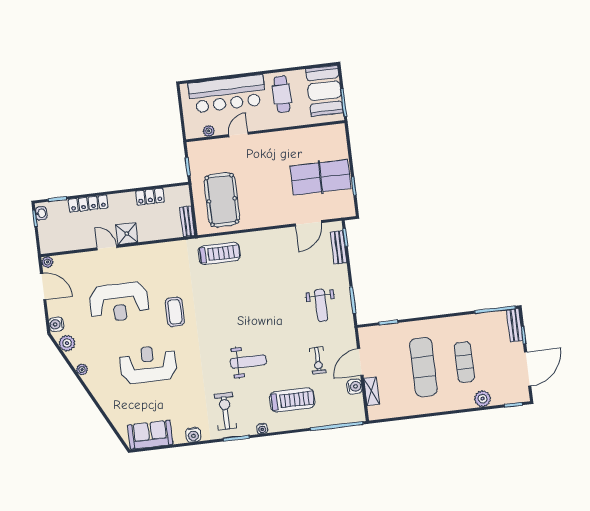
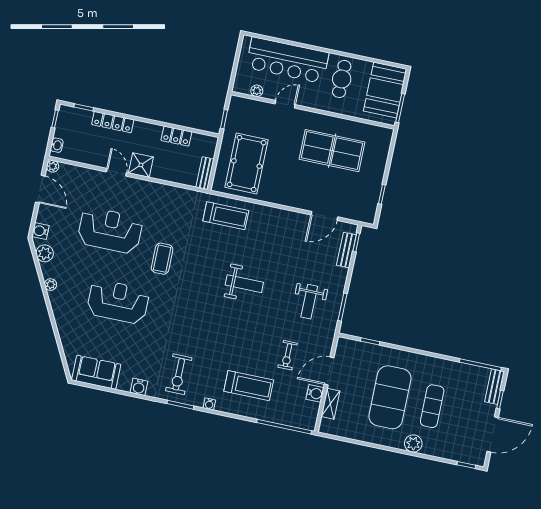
table tennis table: (321, 177) -> (332, 151), moved
washbasin: (41, 213) -> (57, 145), moved
reception desk: (119, 302) -> (110, 230), turned 180
weight bench: (248, 362) -> (244, 284), moved
exercise mat: (423, 367) -> (390, 397), width x1.47
plant: (483, 399) -> (413, 443), moved
exercise bike: (225, 411) -> (179, 374), turned 180

